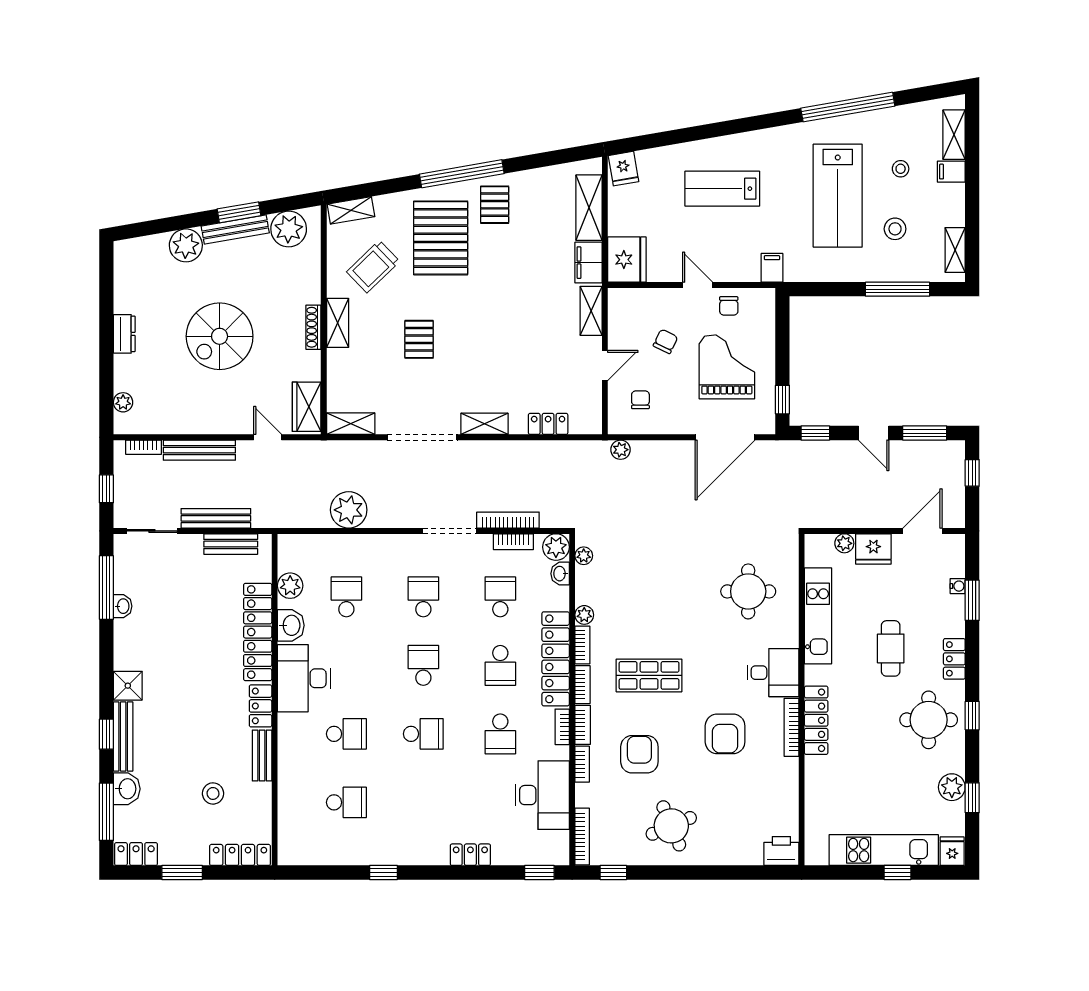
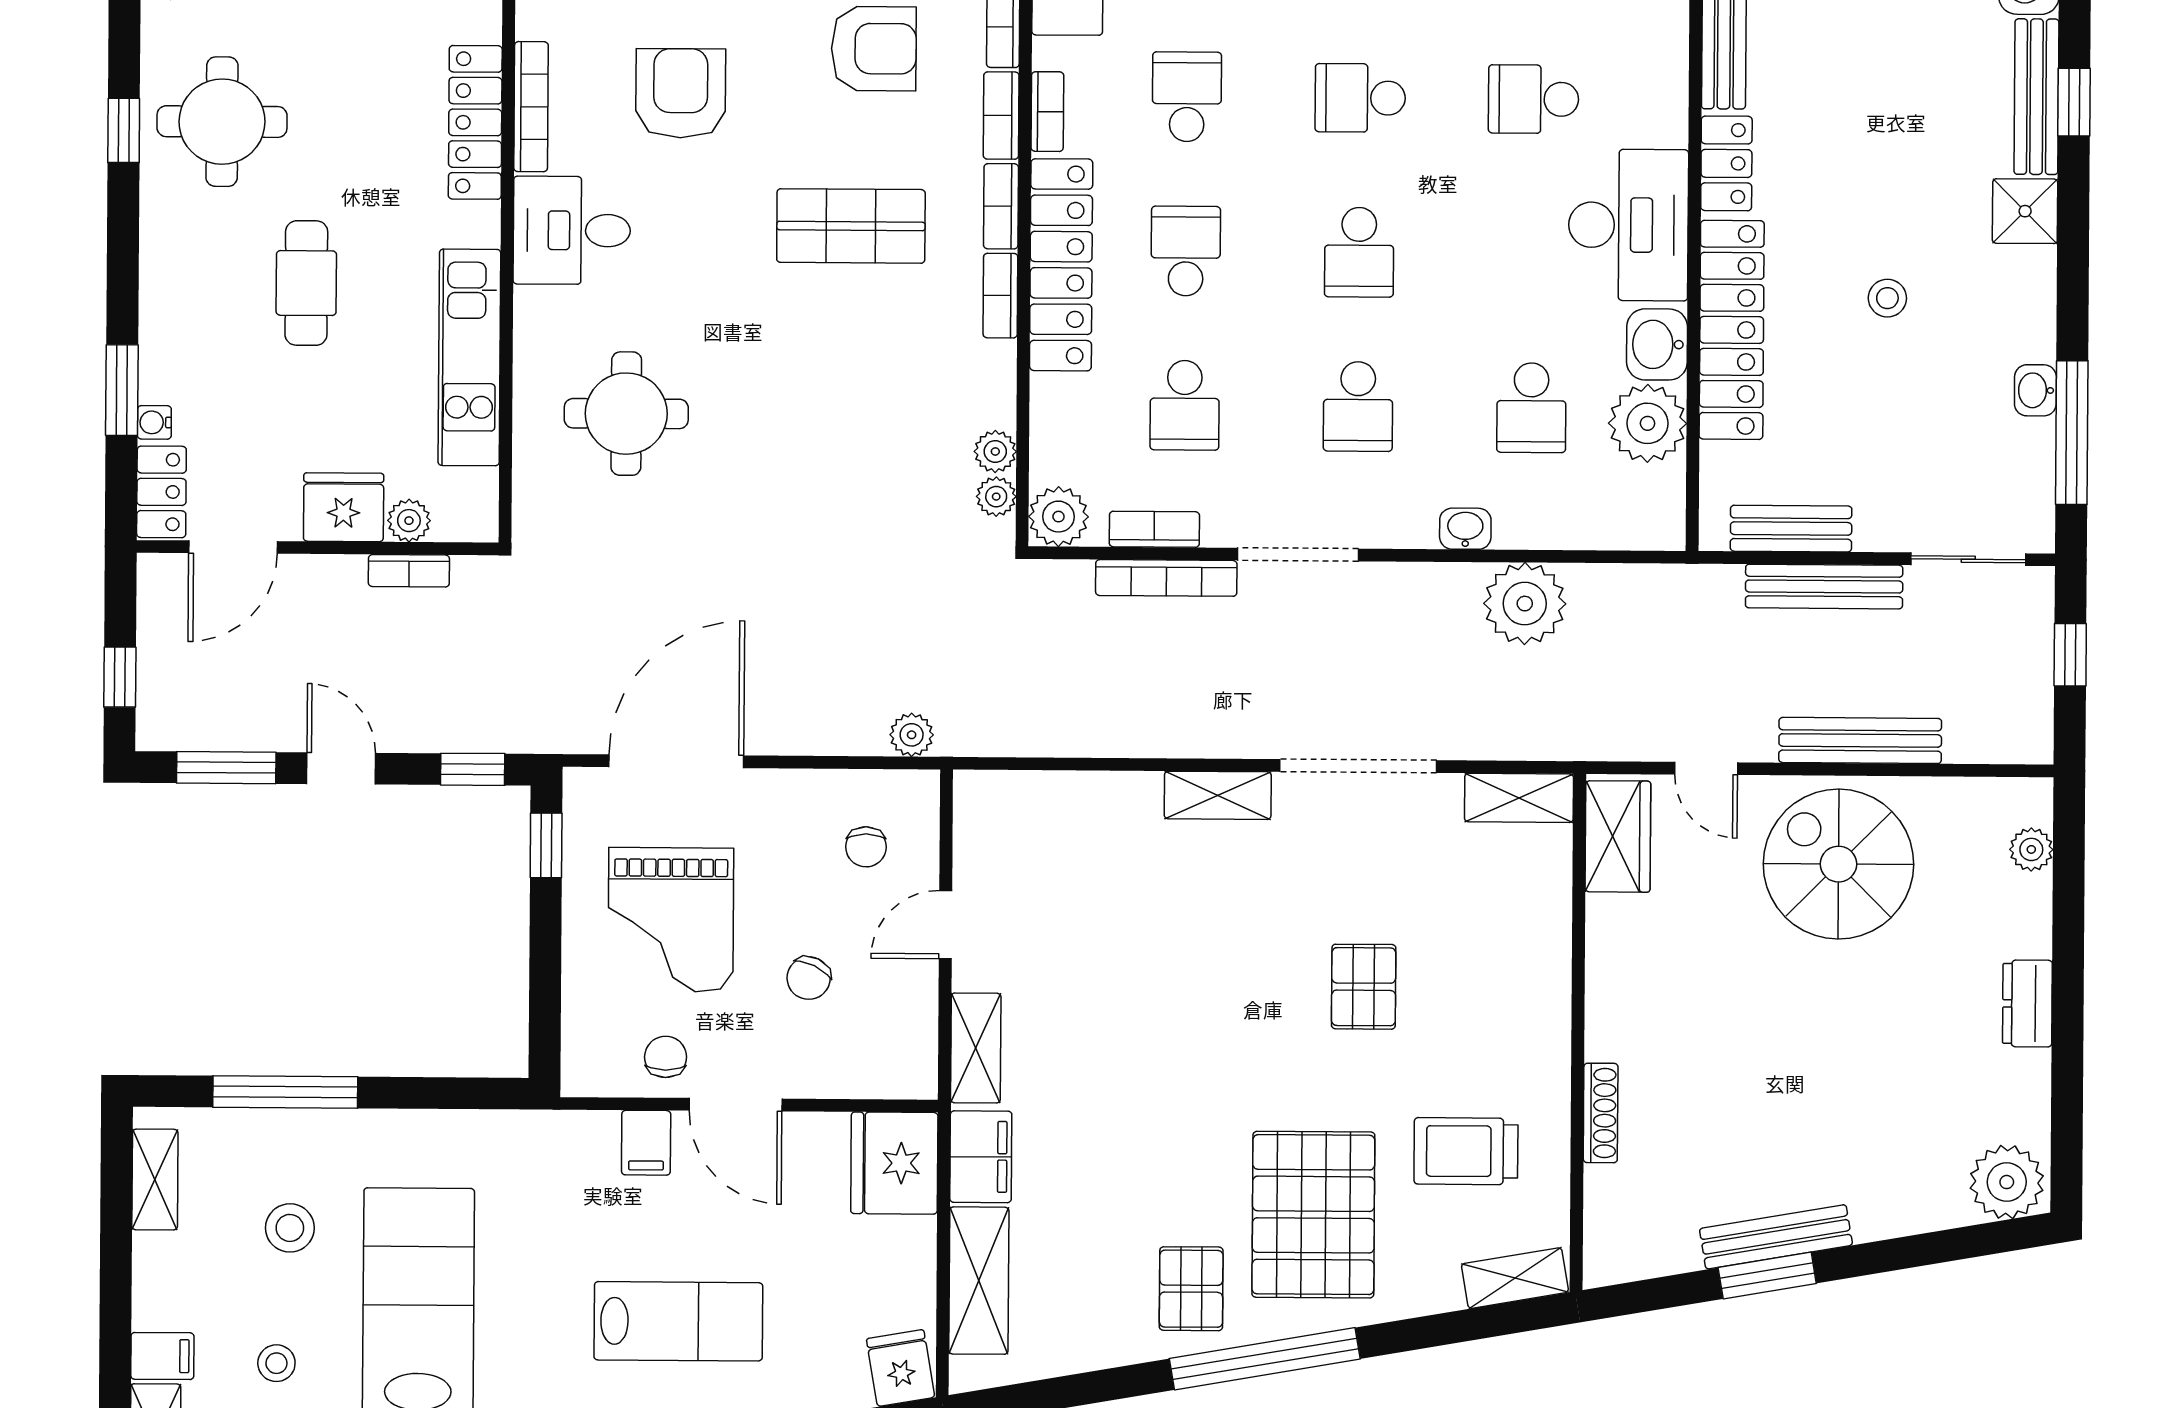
plant: (289, 229) -> (1656, 1237), removed
plant: (186, 245) -> (2007, 1182), moved
trolley: (373, 267) -> (1466, 1151), turned -136
filing cabinet: (772, 268) -> (646, 1143), moved
door: (698, 285) -> (736, 1105), width x1.38
shelving: (338, 323) -> (1547, 1025), removed
shoe rack: (313, 327) -> (1601, 1113), moved
spiral stairs: (220, 336) -> (1838, 864), moved, turned -90
locker: (548, 424) -> (1074, 794), removed
bookcase: (144, 447) -> (409, 571), moved, turned 180
washbasin: (560, 574) -> (1465, 529), moved, turned -90
plant: (290, 586) -> (1648, 423), width x1.36, depth x1.36
plant: (584, 615) -> (995, 452), moved
stool: (189, 647) -> (1887, 298), added
locker: (954, 659) -> (161, 492), moved
armchair: (639, 754) -> (874, 49), turned -90

